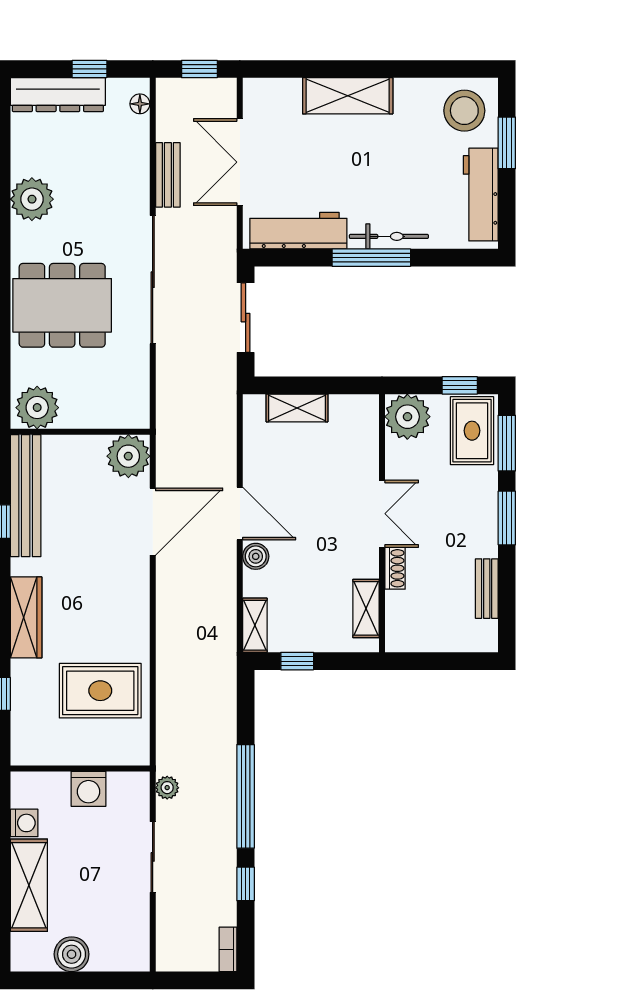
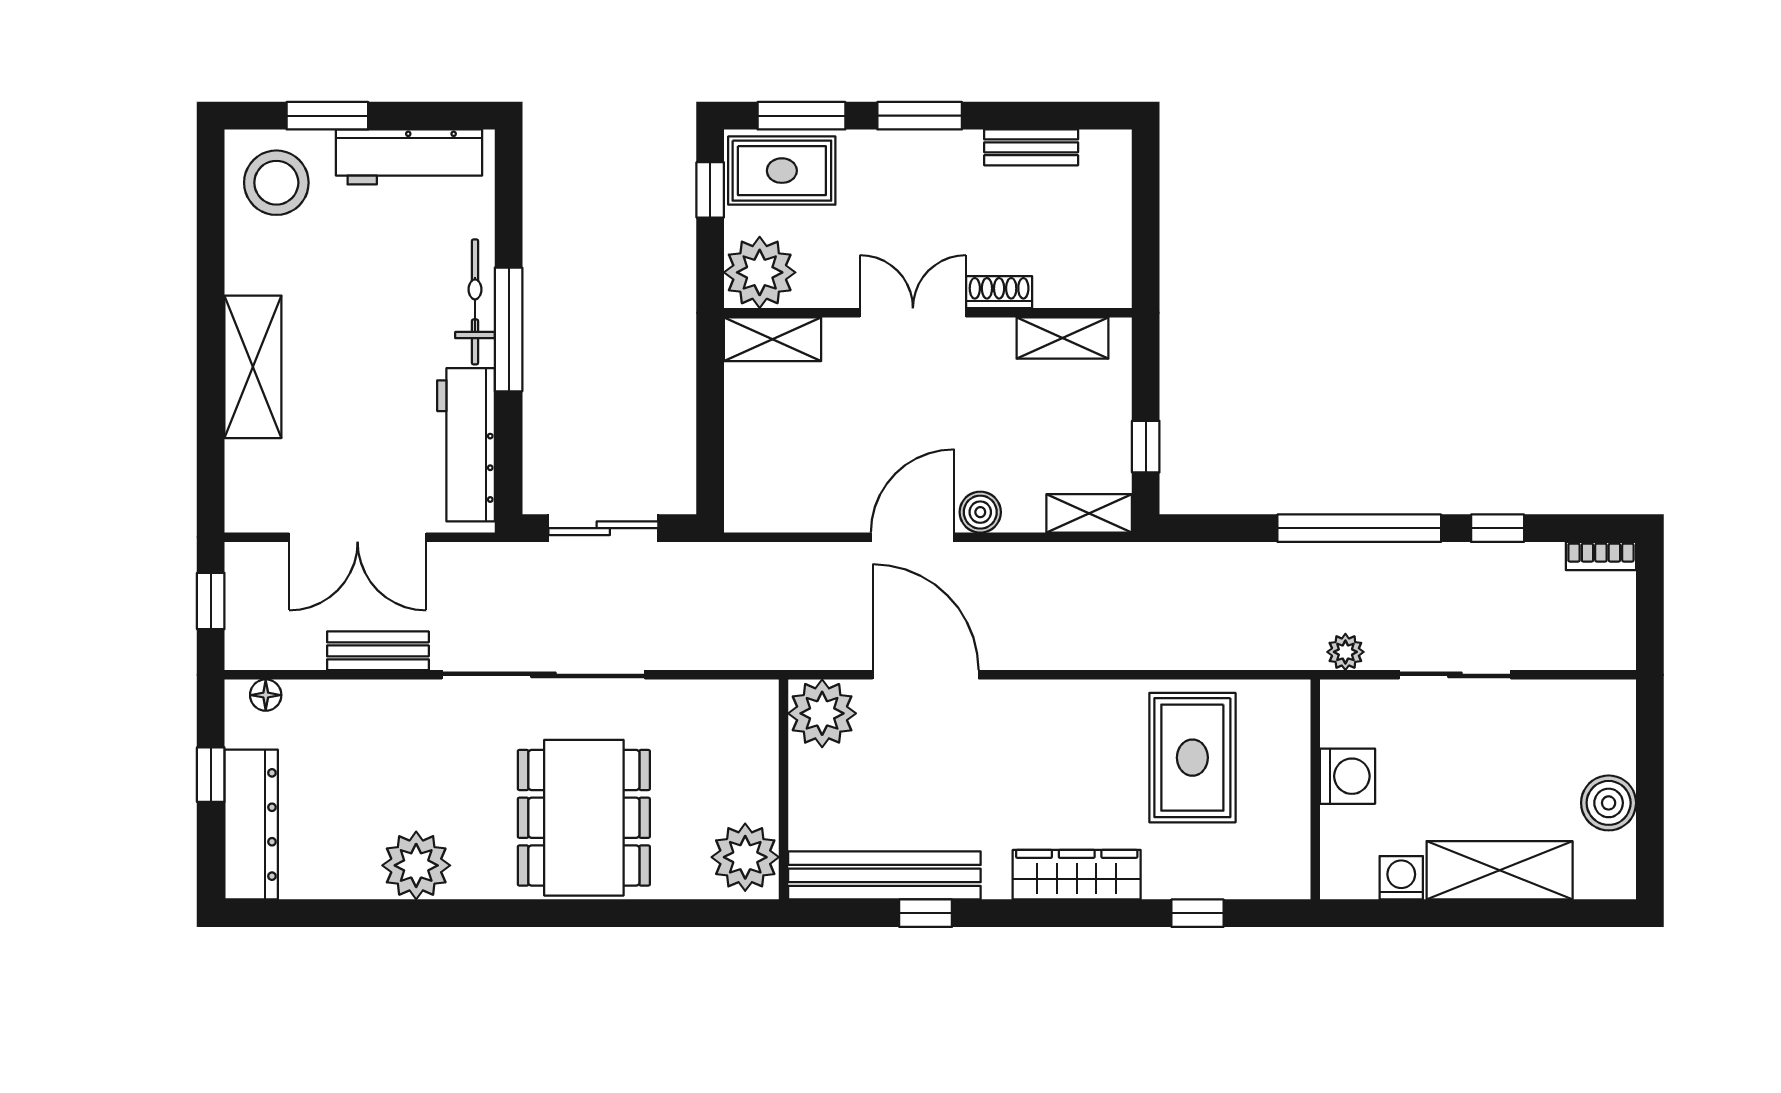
shelving: (297, 408) -> (773, 339), moved, turned 90

